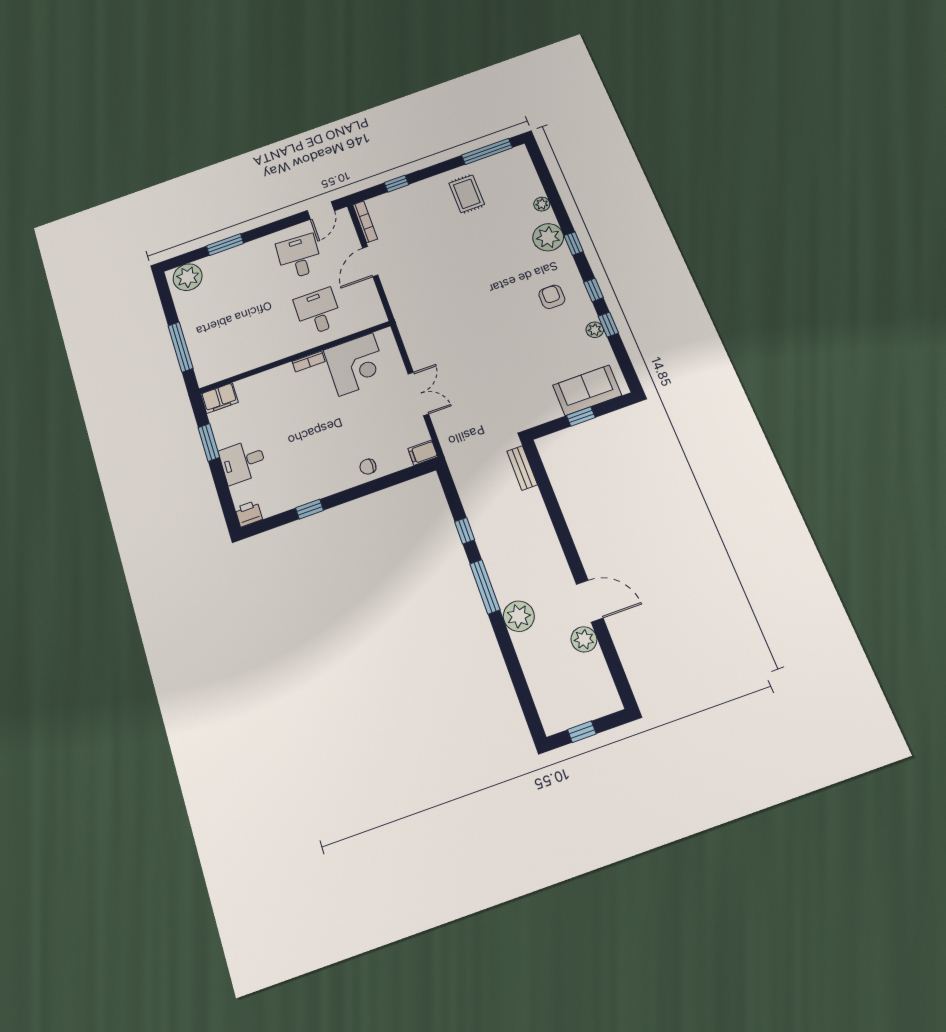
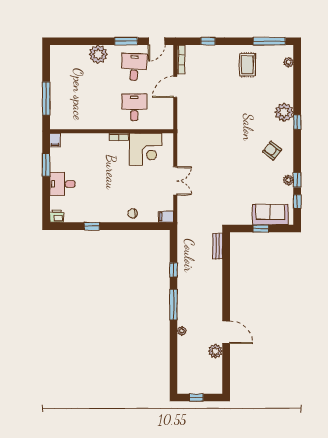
plant: (542, 204) -> (289, 62), moved
window: (225, 245) -> (126, 41), moved
plant: (188, 277) -> (98, 54), moved
window: (594, 290) -> (297, 202), moved
armchair: (552, 297) -> (272, 151), turned -52
filing cabinet: (219, 398) -> (55, 140), width x0.50
plant: (519, 616) -> (182, 331), width x0.53, depth x0.53

